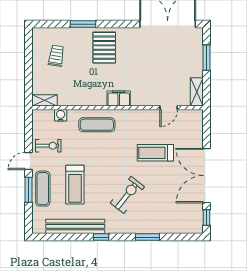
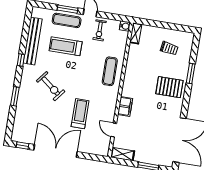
filing cabinet: (119, 98) -> (125, 106), moved
water cooler: (61, 115) -> (125, 26), moved

